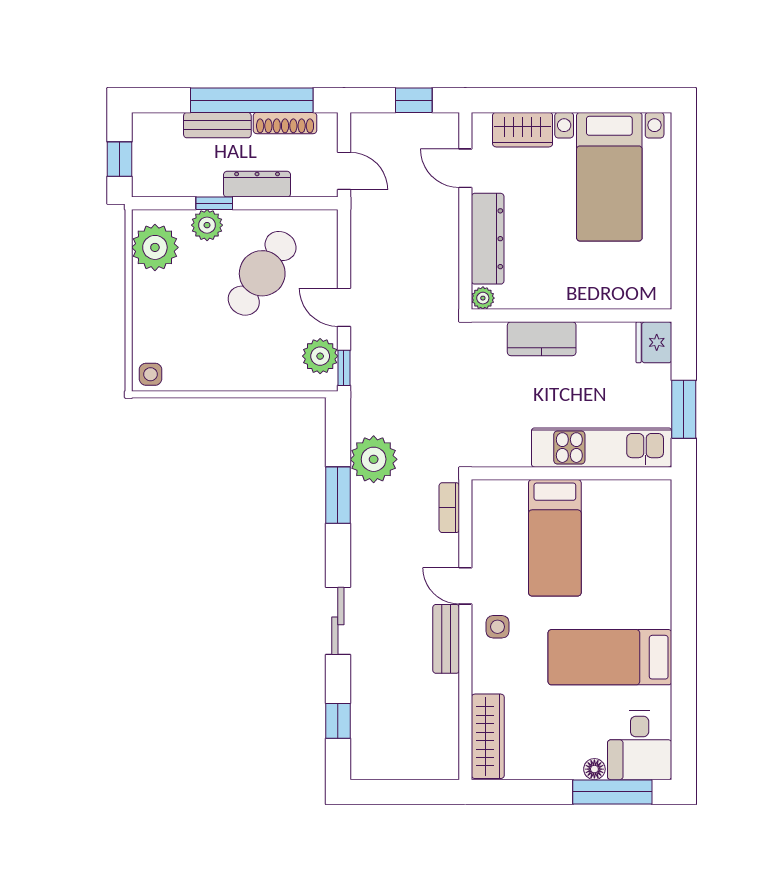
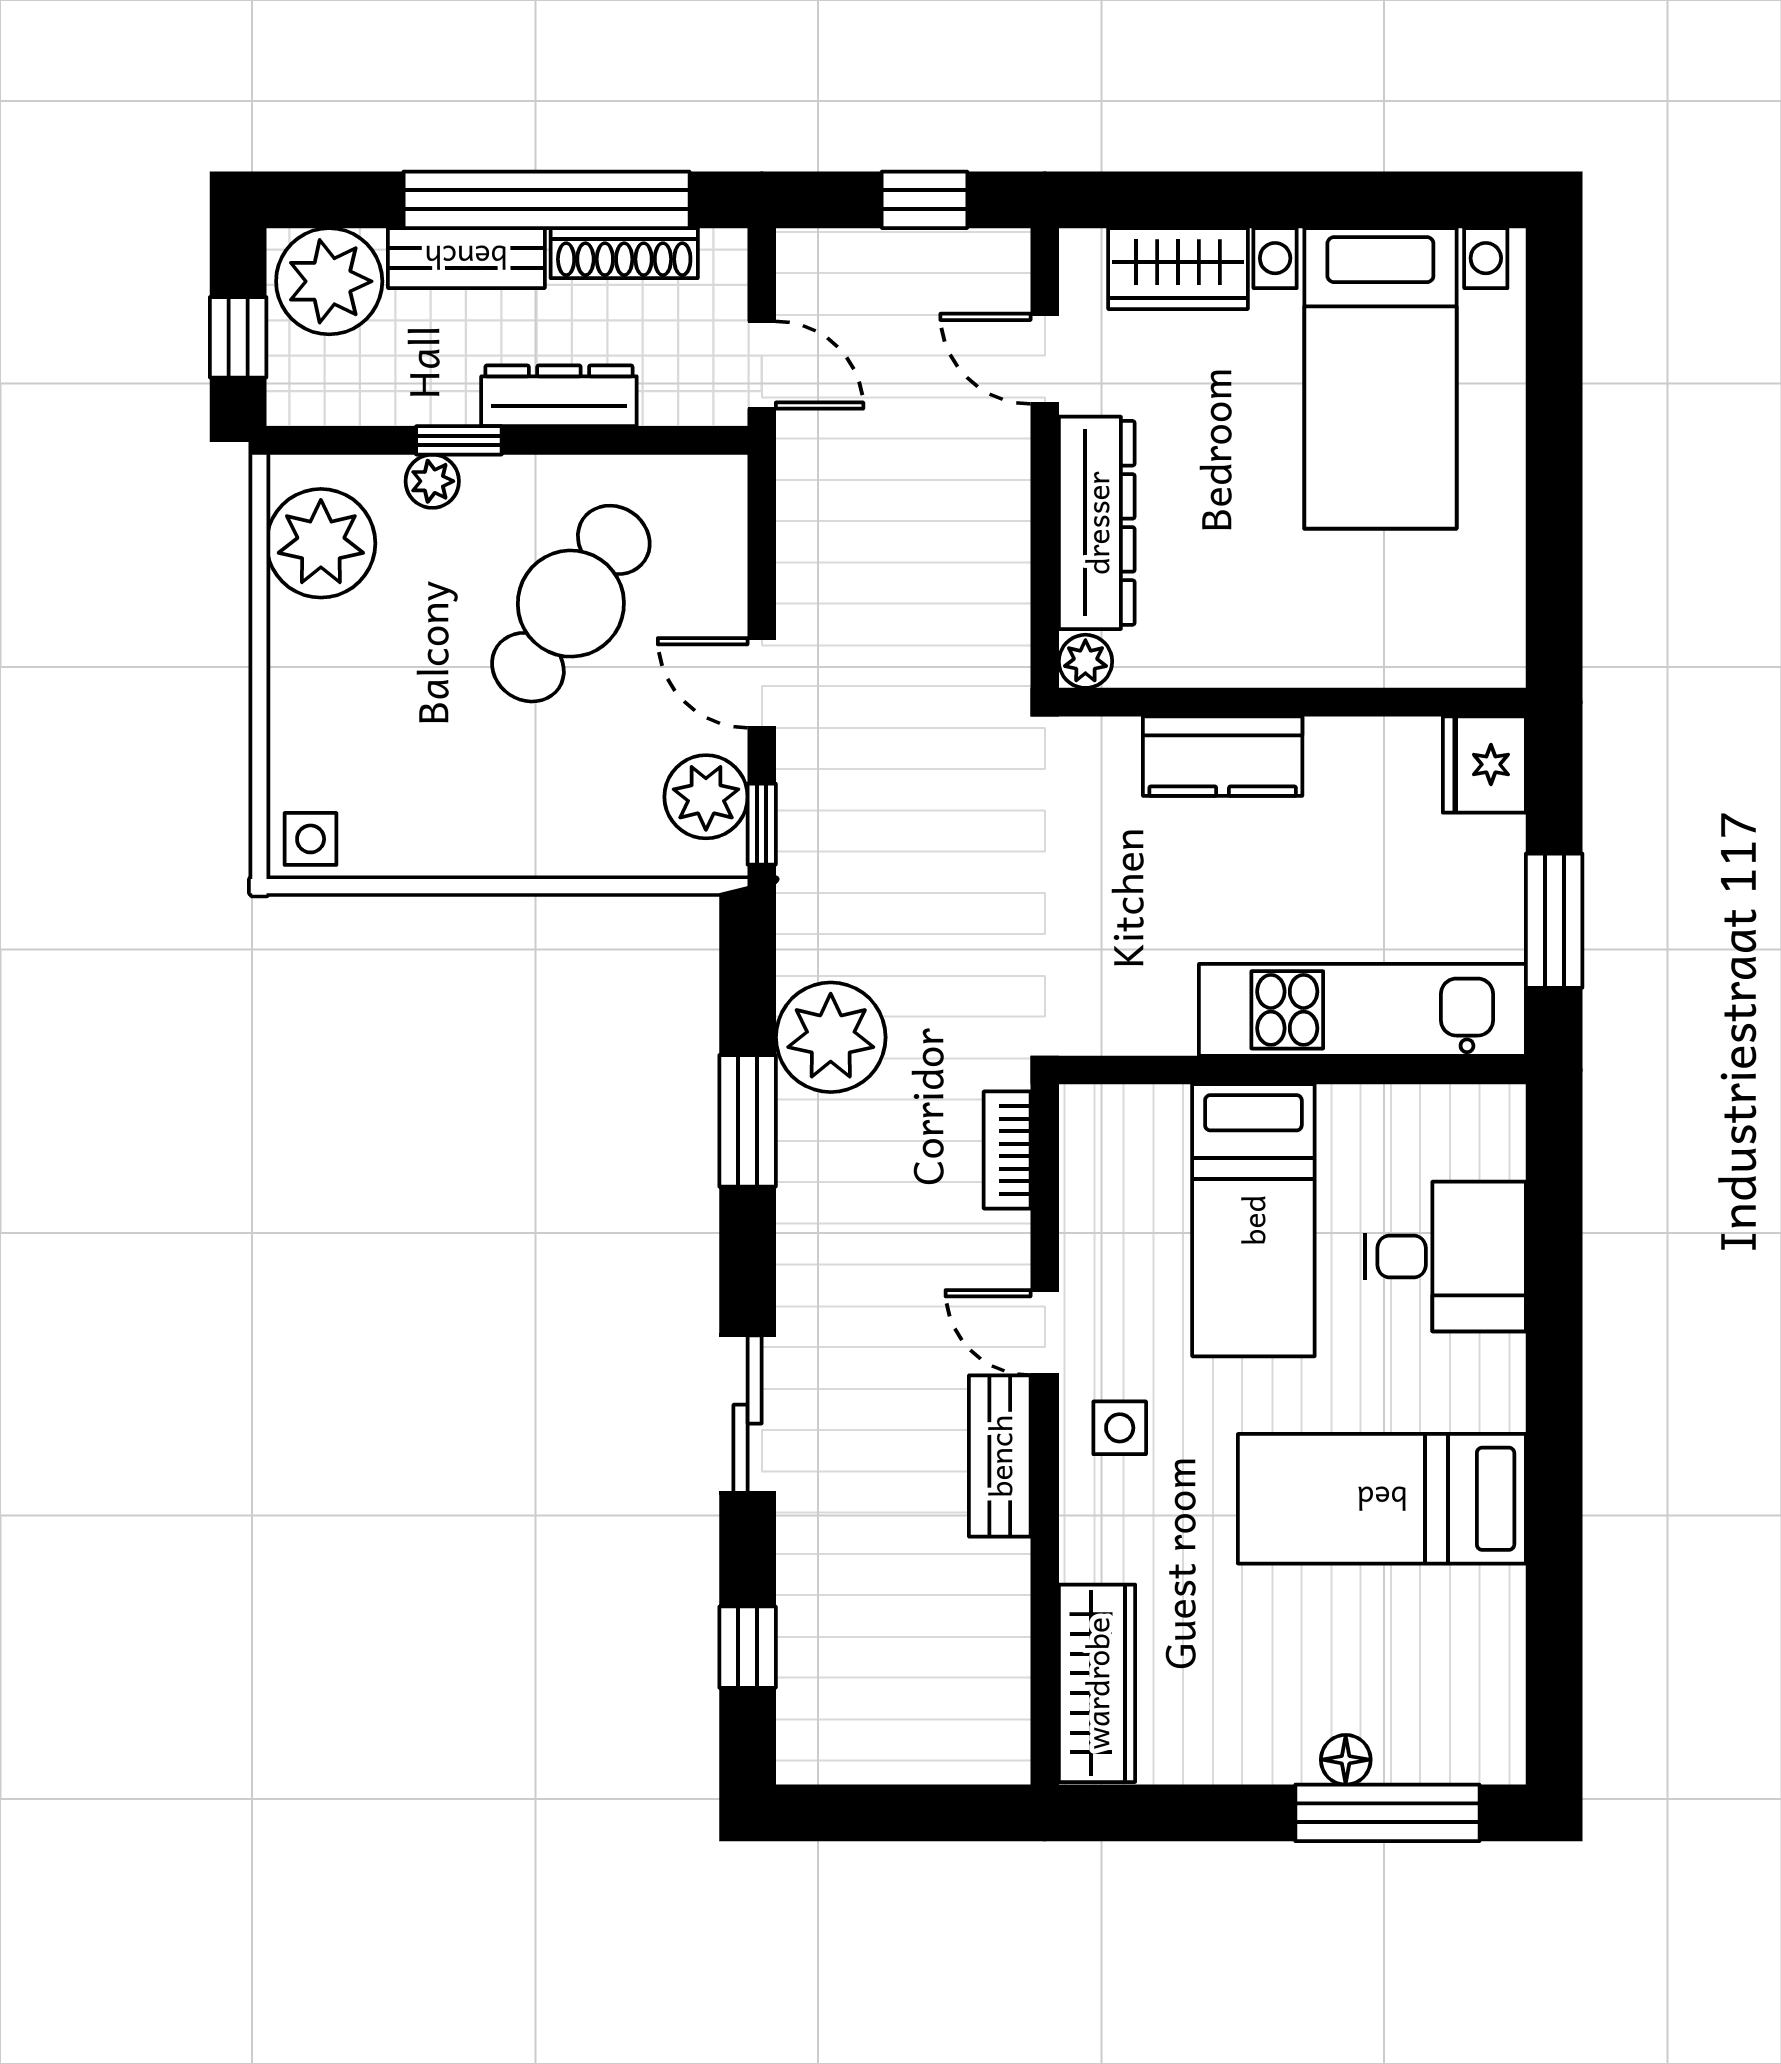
plant: (158, 135) -> (329, 281), added
plant: (207, 225) -> (432, 481), width x0.73, depth x0.73
desk: (640, 745) -> (1445, 1256), moved, turned -90

